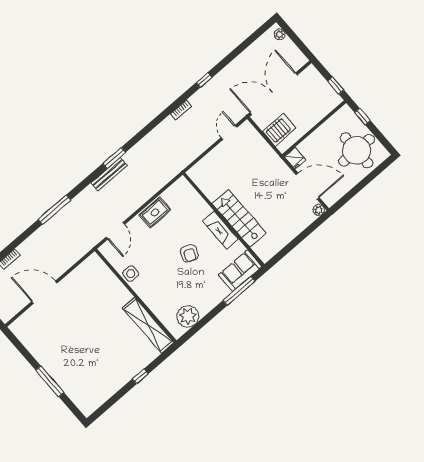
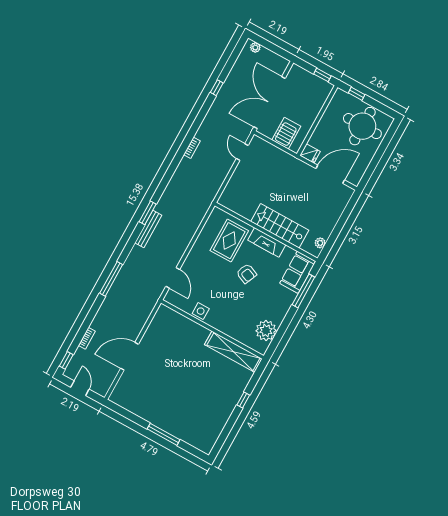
window: (204, 80) -> (217, 88), moved
plant: (319, 210) -> (320, 243), moved
rug: (155, 213) -> (229, 241), moved, width x1.36, depth x1.43

